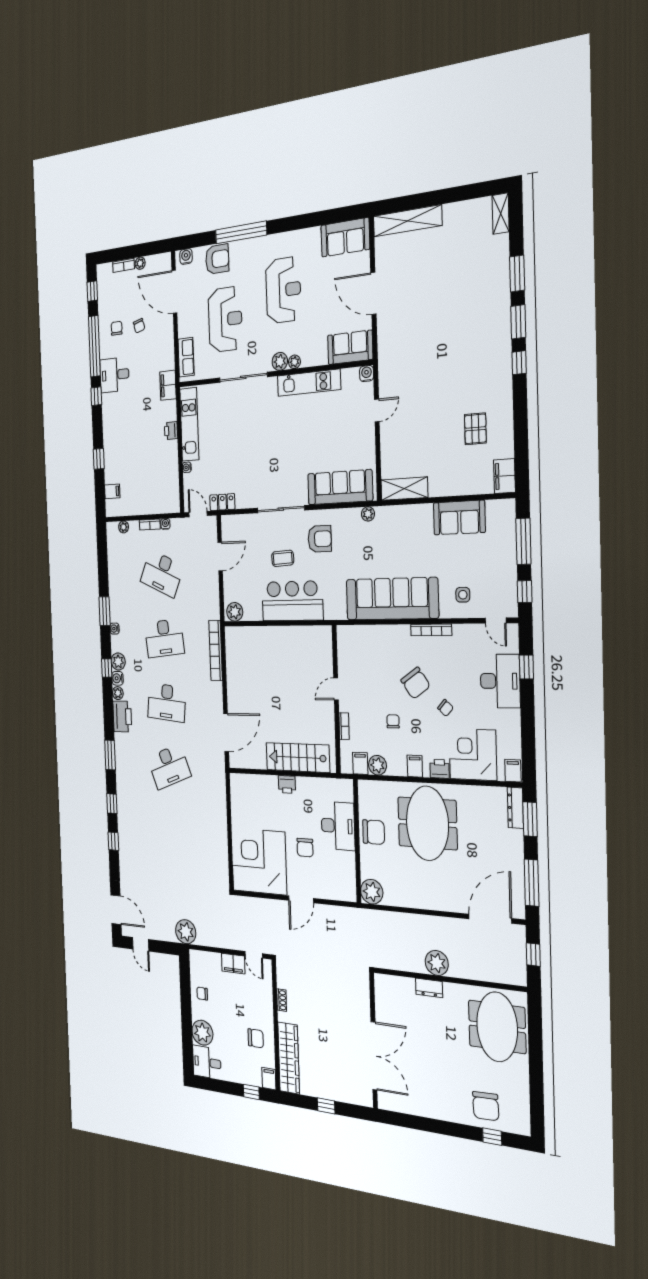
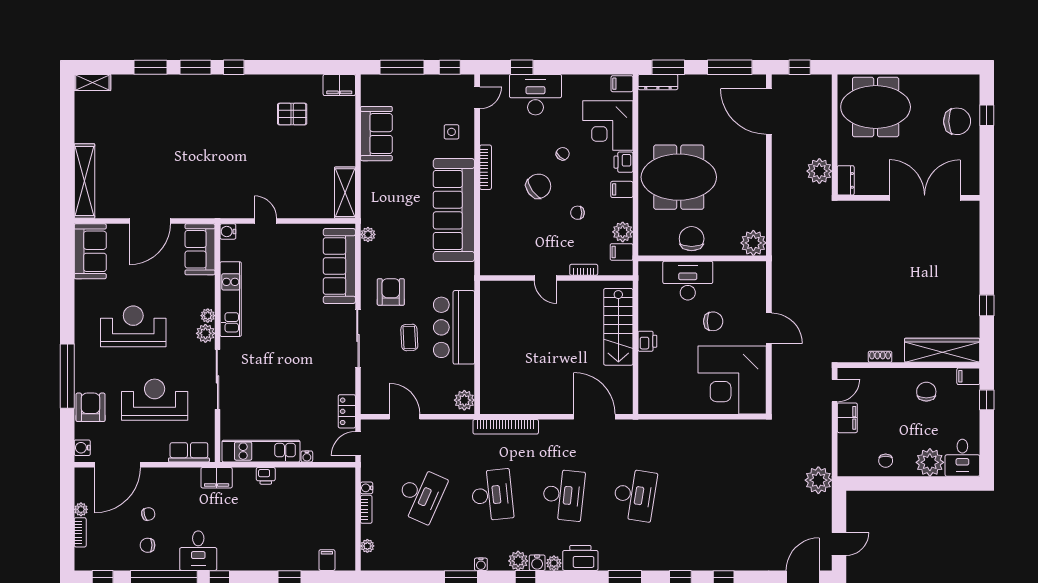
desk: (169, 767) -> (635, 495), turned 30
wall: (374, 1040) -> (908, 198), moved
double door: (374, 1056) -> (925, 198), moved

